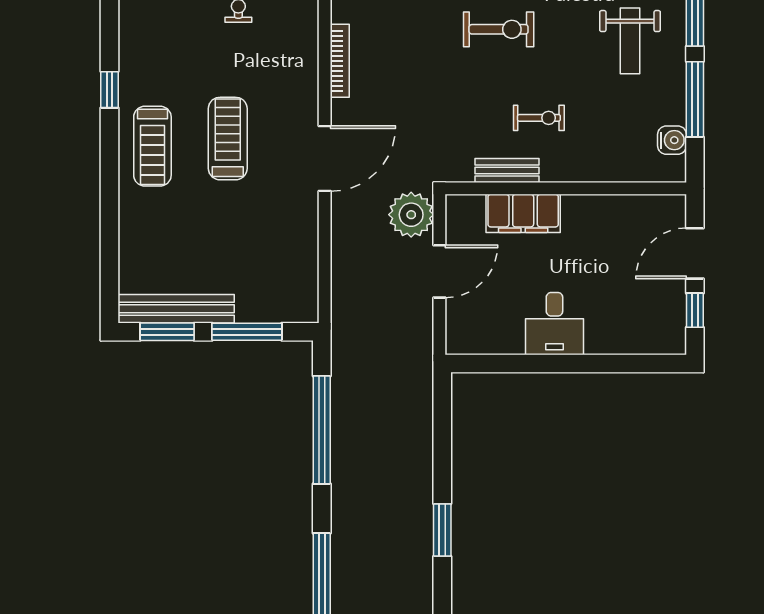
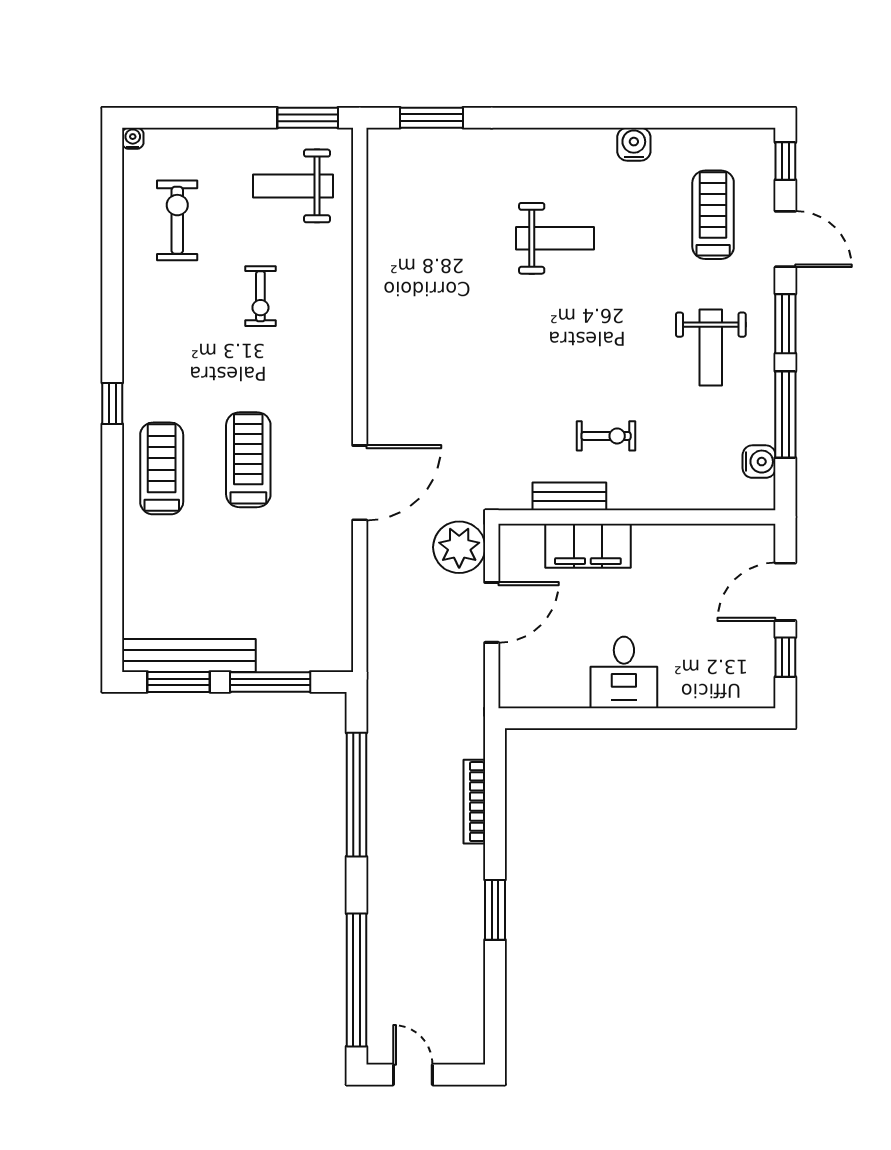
exercise bike: (499, 29) -> (560, 334), removed
bookcase: (340, 61) -> (474, 802), moved, turned 180
treadmill: (152, 146) -> (162, 468), turned 180

